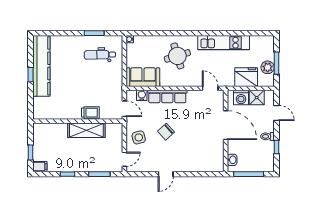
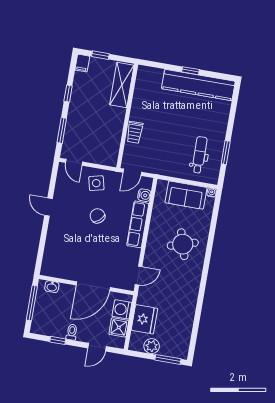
kitchen unit: (224, 43) -> (189, 300), removed
window: (276, 63) -> (168, 359), moved
sofa: (143, 77) -> (186, 195), moved, turned 90
shelving: (86, 130) -> (122, 85), moved

